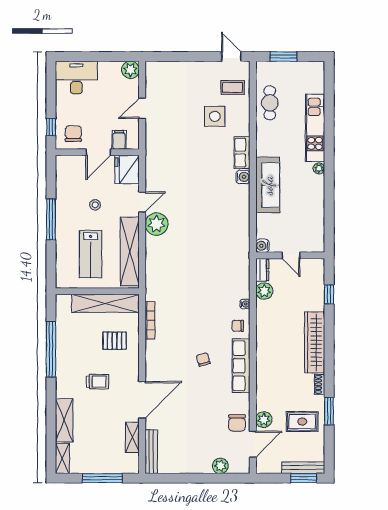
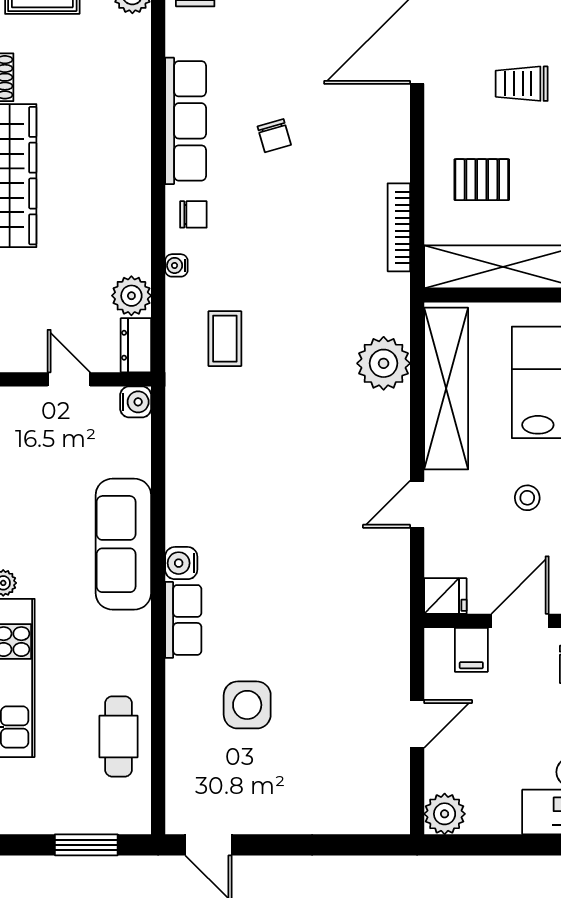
coffee table: (233, 87) -> (225, 339), moved, turned 90
fridge: (127, 170) -> (445, 596), width x0.53, depth x0.75
plant: (157, 224) -> (384, 363), moved

